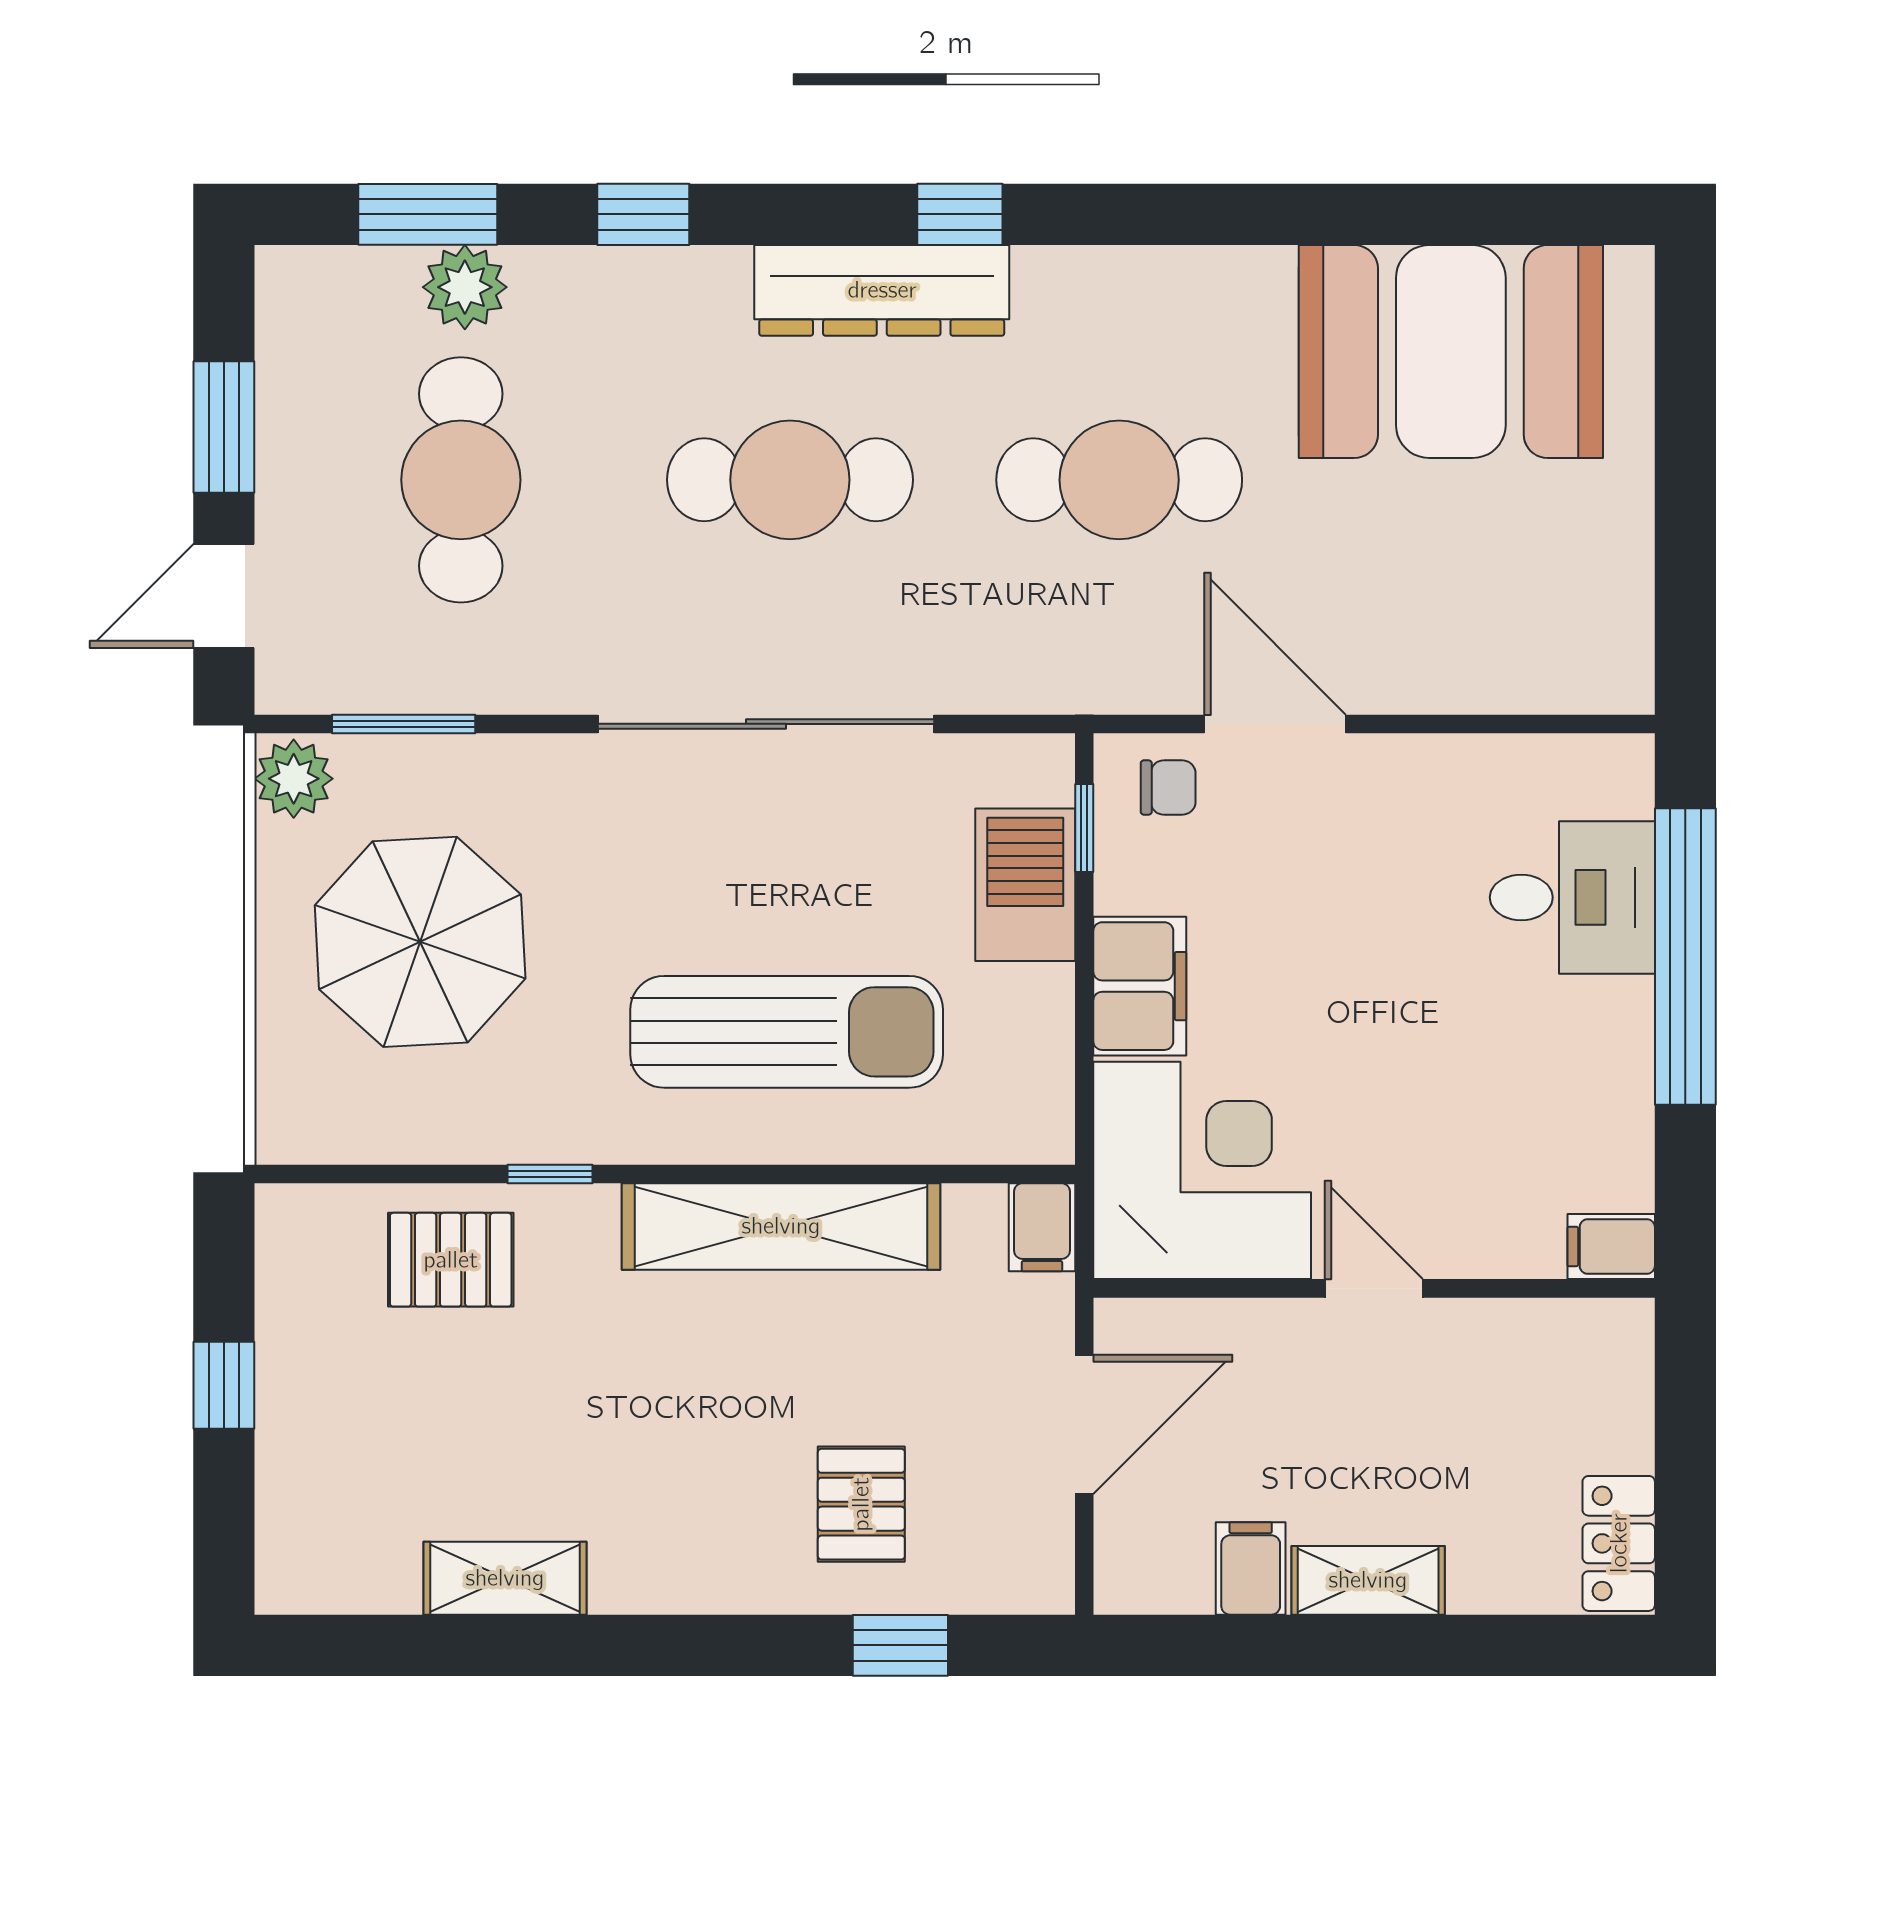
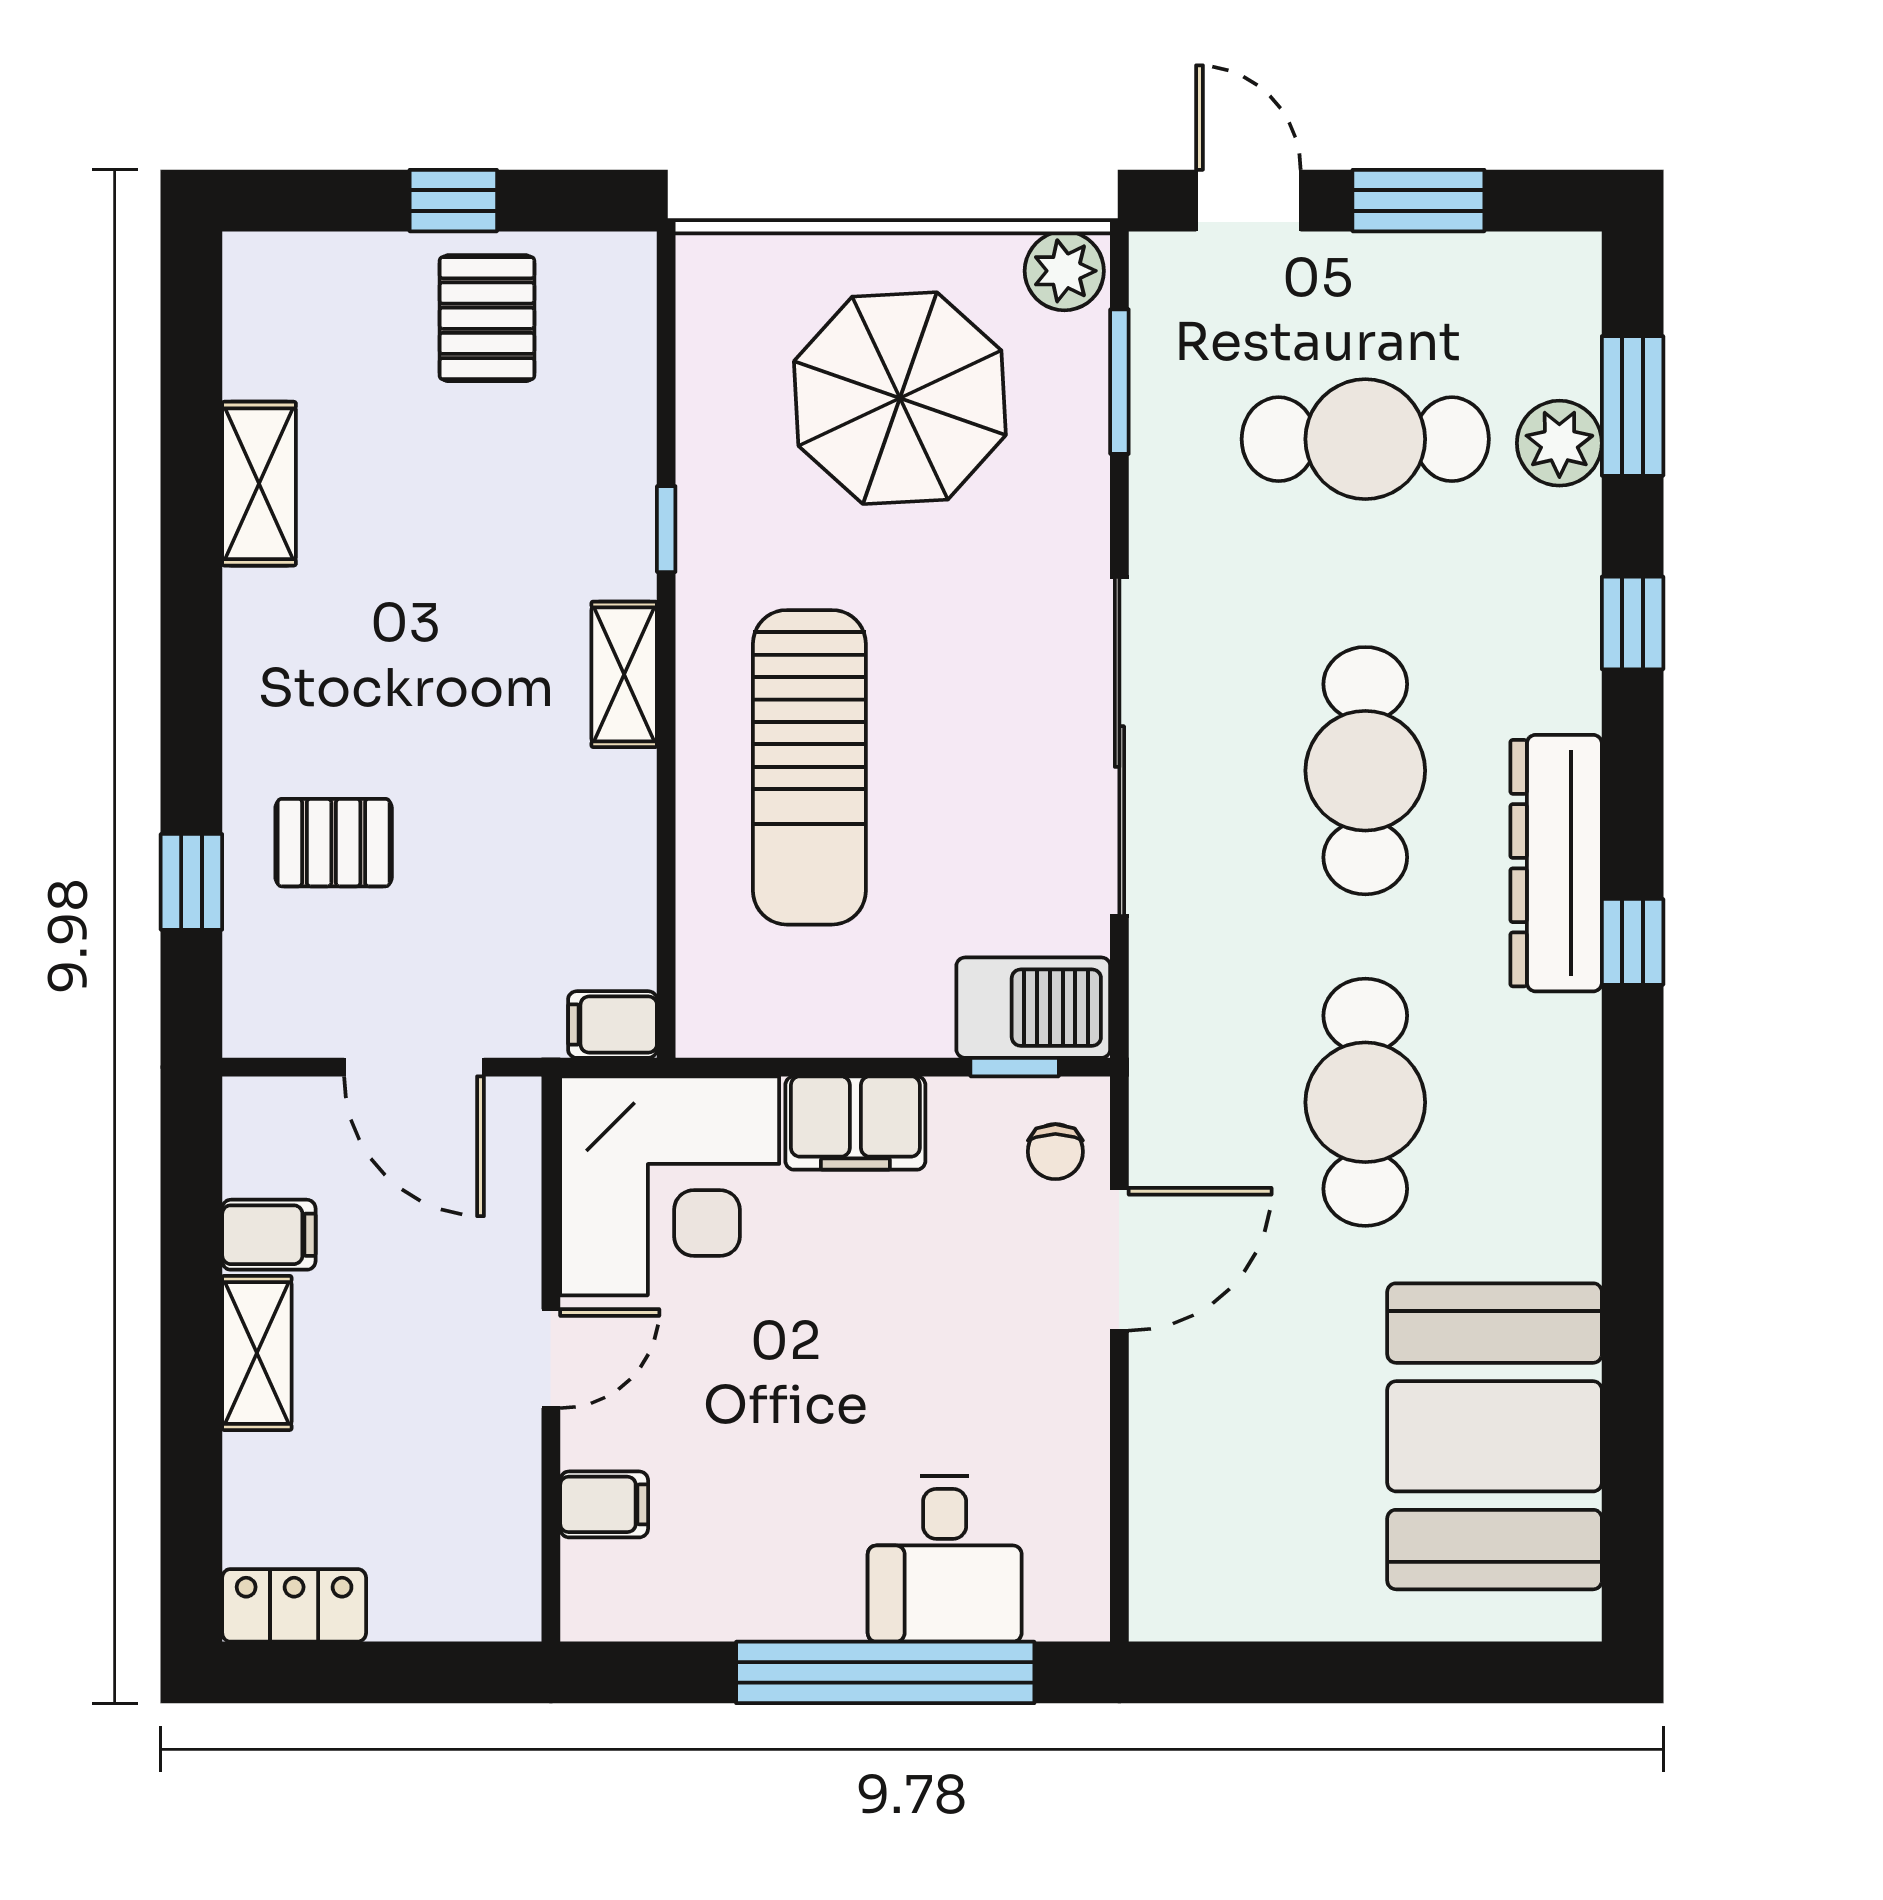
barbecue: (1025, 885) -> (1033, 1008), moved
shelving: (781, 1226) -> (624, 674), width x0.45, depth x0.75
filing cabinet: (1611, 1247) -> (604, 1504), moved, turned 90
pallet: (451, 1260) -> (487, 318), moved

